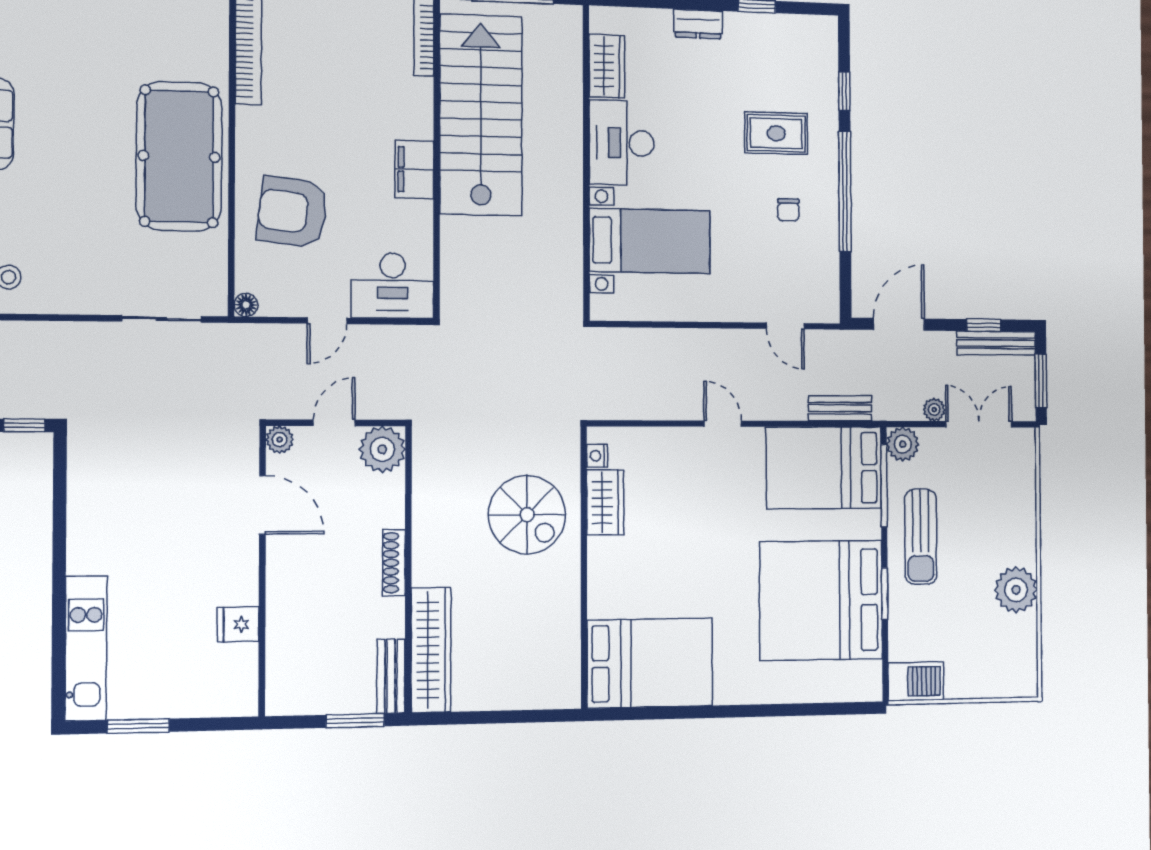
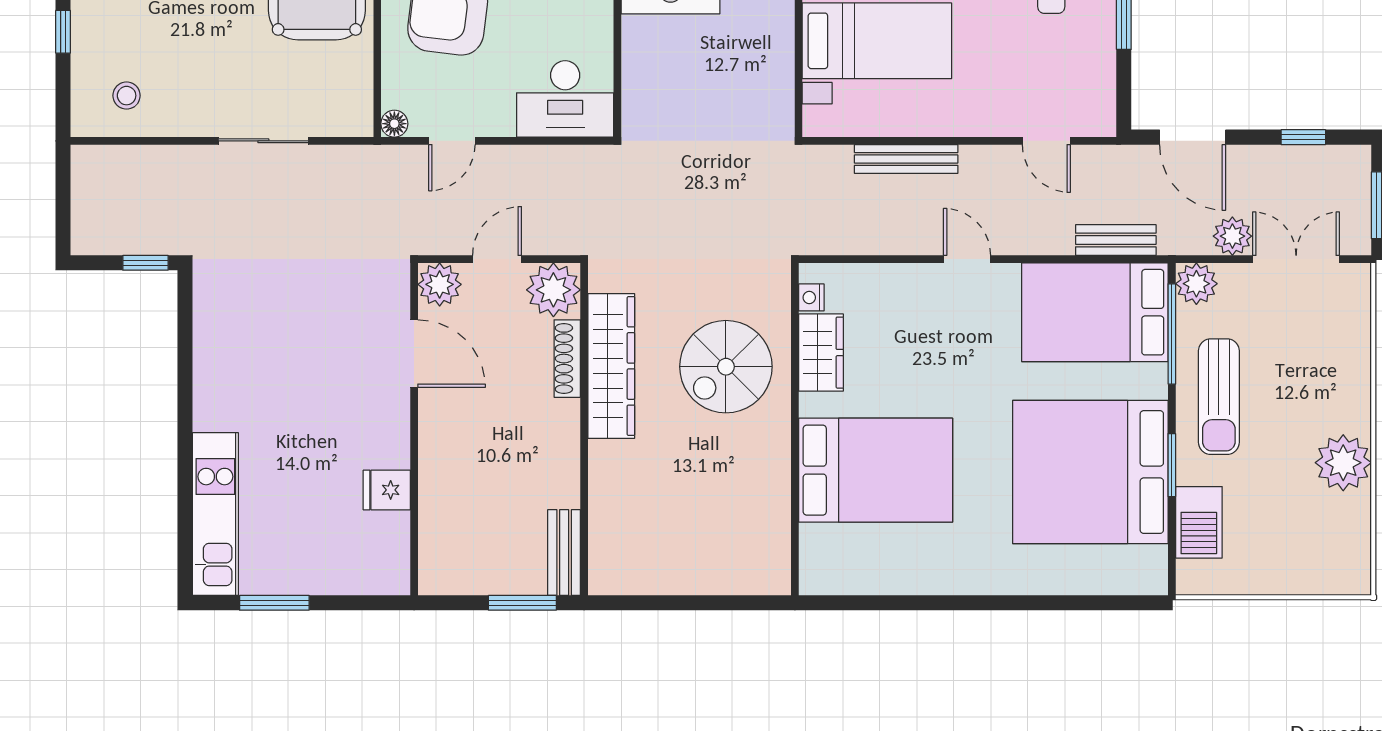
sliding door: (162, 319) -> (263, 141), moved
door: (327, 321) -> (452, 141), moved
door: (899, 324) -> (1193, 137), swing flipped
bench: (996, 343) -> (906, 159), moved
plant: (934, 410) -> (1232, 236), width x1.38, depth x1.38
plant: (280, 440) -> (440, 284), width x1.38, depth x1.38
spiral stairs: (527, 515) -> (726, 367), turned 90
shoe rack: (394, 563) -> (567, 359), moved
wardrobe: (431, 650) -> (611, 366), moved
bed: (650, 663) -> (876, 470), moved
barbecue: (916, 681) -> (1199, 522), moved, turned 90

